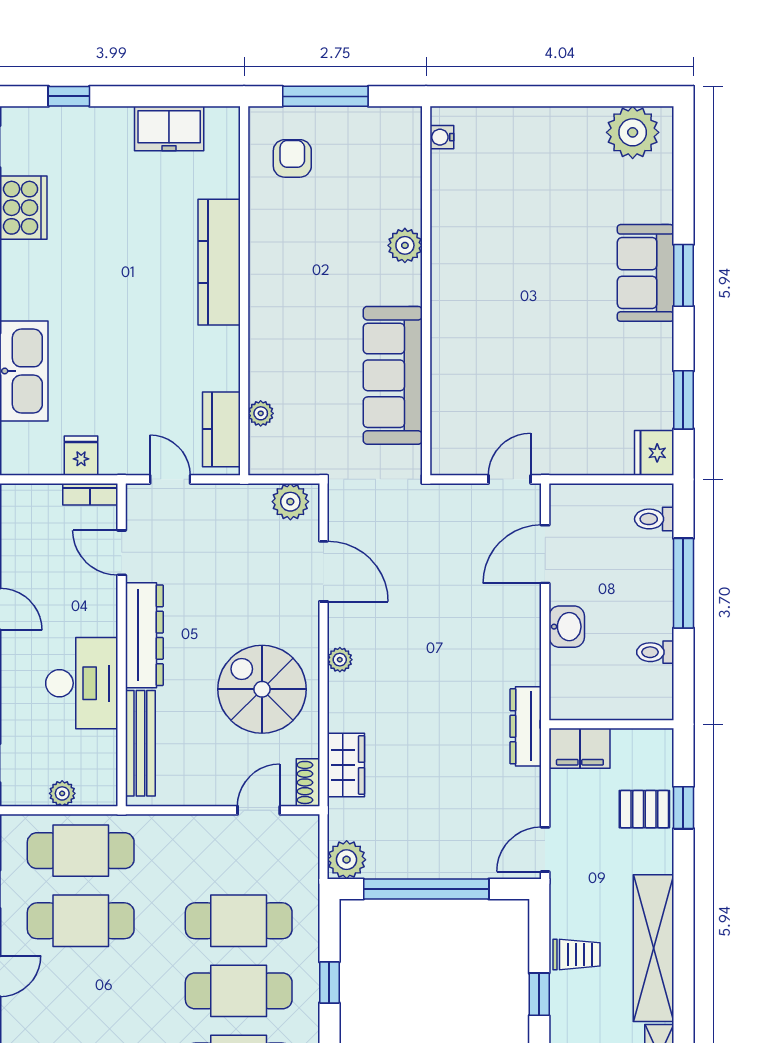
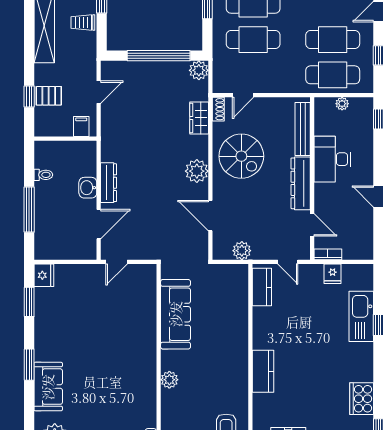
kitchen counter: (219, 262) -> (263, 371), width x0.67
sofa: (646, 273) -> (48, 387), moved
plant: (261, 413) -> (242, 295), removed
plant: (290, 502) -> (242, 251), moved
toilet: (654, 519) -> (44, 242), removed
plant: (340, 660) -> (197, 171), width x1.87, depth x1.87
dresser: (526, 726) -> (109, 183), moved
filing cabinet: (580, 748) -> (81, 126), width x0.50
door: (545, 849) -> (99, 92), moved

